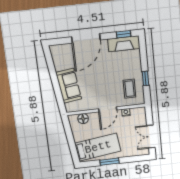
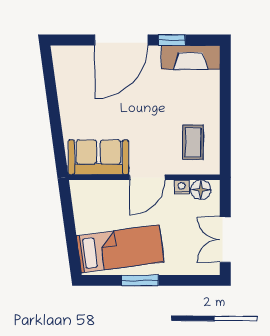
window: (123, 34) -> (172, 40), moved
window: (146, 78) -> (225, 126), removed
sofa: (69, 86) -> (99, 157), moved, turned -82
floor lamp: (83, 119) -> (201, 190), moved

